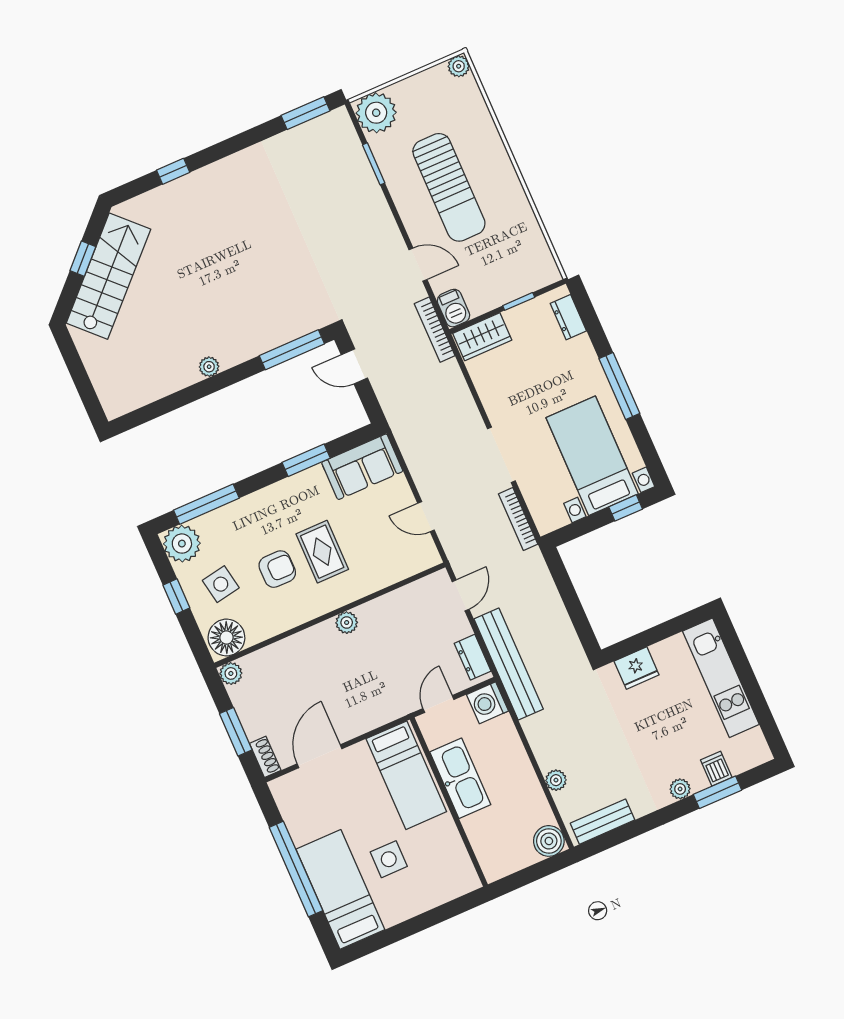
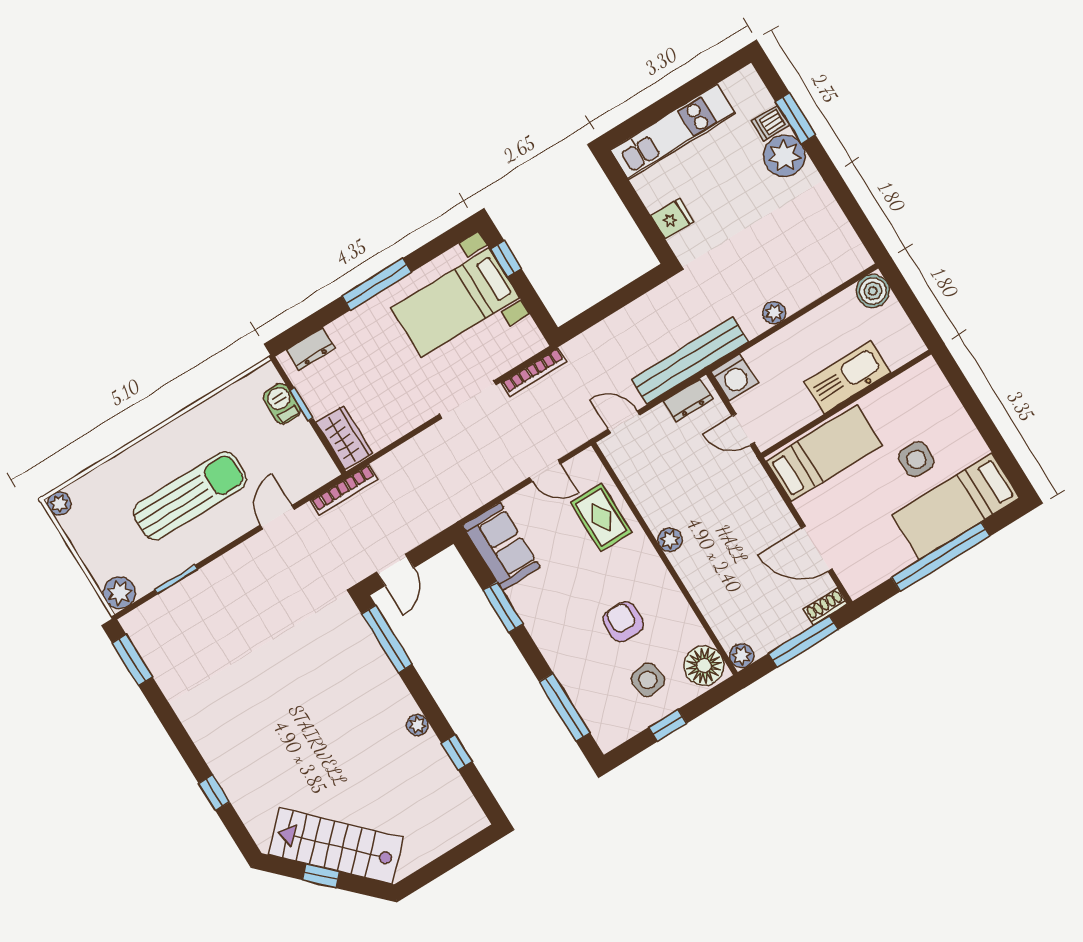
plant: (376, 113) -> (119, 593), width x0.73, depth x0.73
barbecue: (453, 308) -> (282, 404), moved, turned -90
window: (179, 399) -> (457, 752), added
door: (426, 517) -> (545, 471), hinge flipped
plant: (182, 544) -> (610, 727), removed
rug: (322, 552) -> (601, 517), moved, turned 90
fridge: (637, 668) -> (672, 219), width x0.72
window: (236, 732) -> (803, 642), width x1.44
kitchen sink: (460, 778) -> (848, 377), moved
plant: (556, 780) -> (774, 313), moved
plant: (680, 789) -> (784, 156), width x1.88, depth x1.88
bench: (603, 822) -> (844, 237), removed

